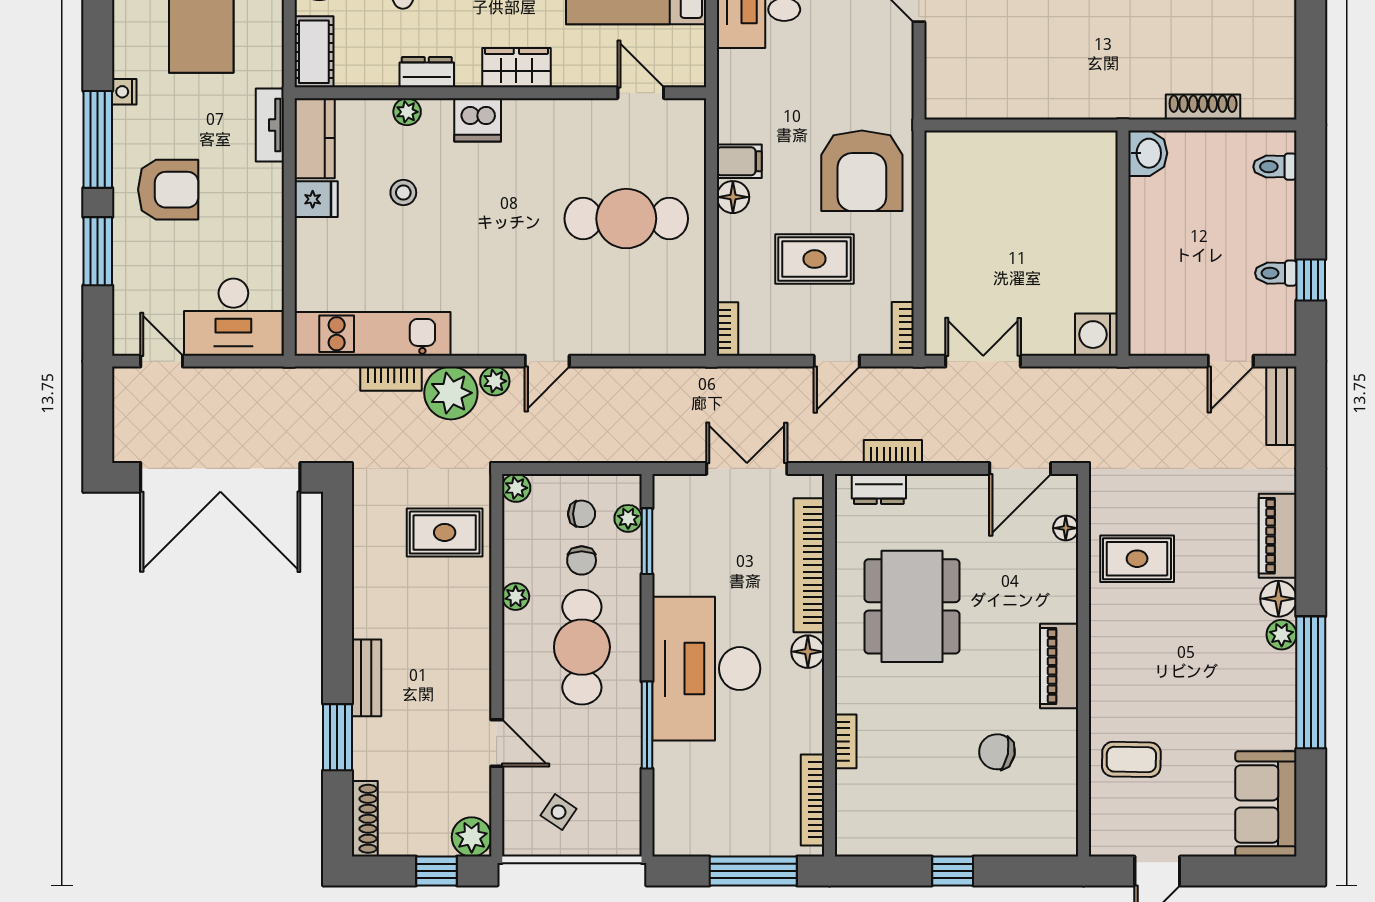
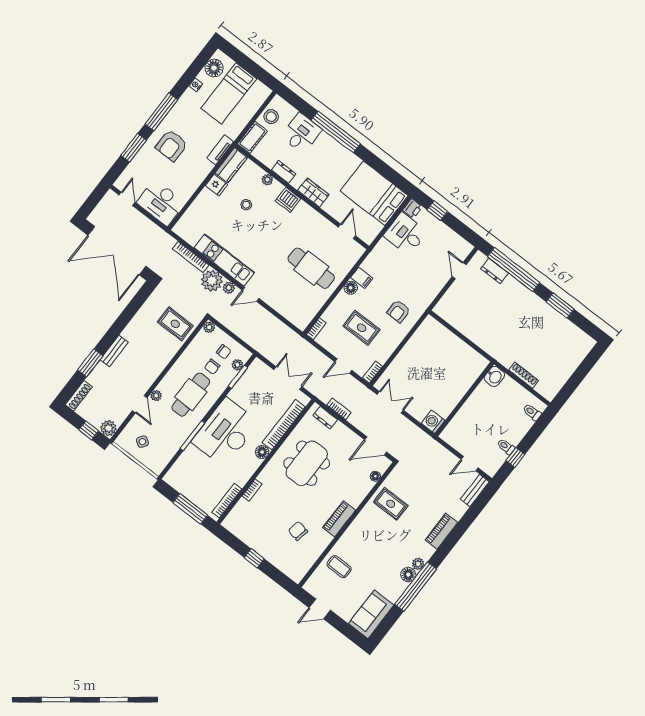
nightstand: (124, 92) -> (196, 85), moved
armchair: (862, 171) -> (399, 311), width x0.53, depth x0.53
armchair: (168, 190) -> (172, 145), turned 90
kitchen unit: (373, 334) -> (224, 260), moved
bookcase: (391, 379) -> (191, 257), width x1.56
plant: (516, 597) -> (156, 396), moved
floor lamp: (1278, 599) -> (408, 575), moved

